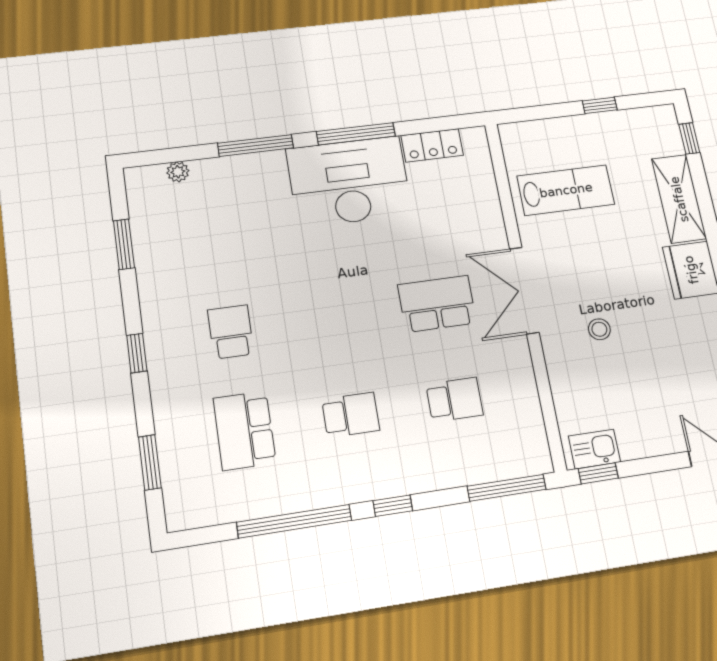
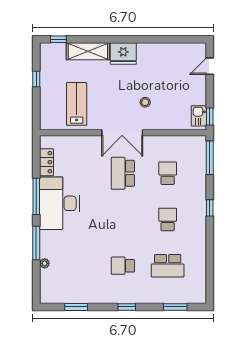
plant: (178, 172) -> (45, 263), moved
window: (294, 521) -> (210, 250), removed

